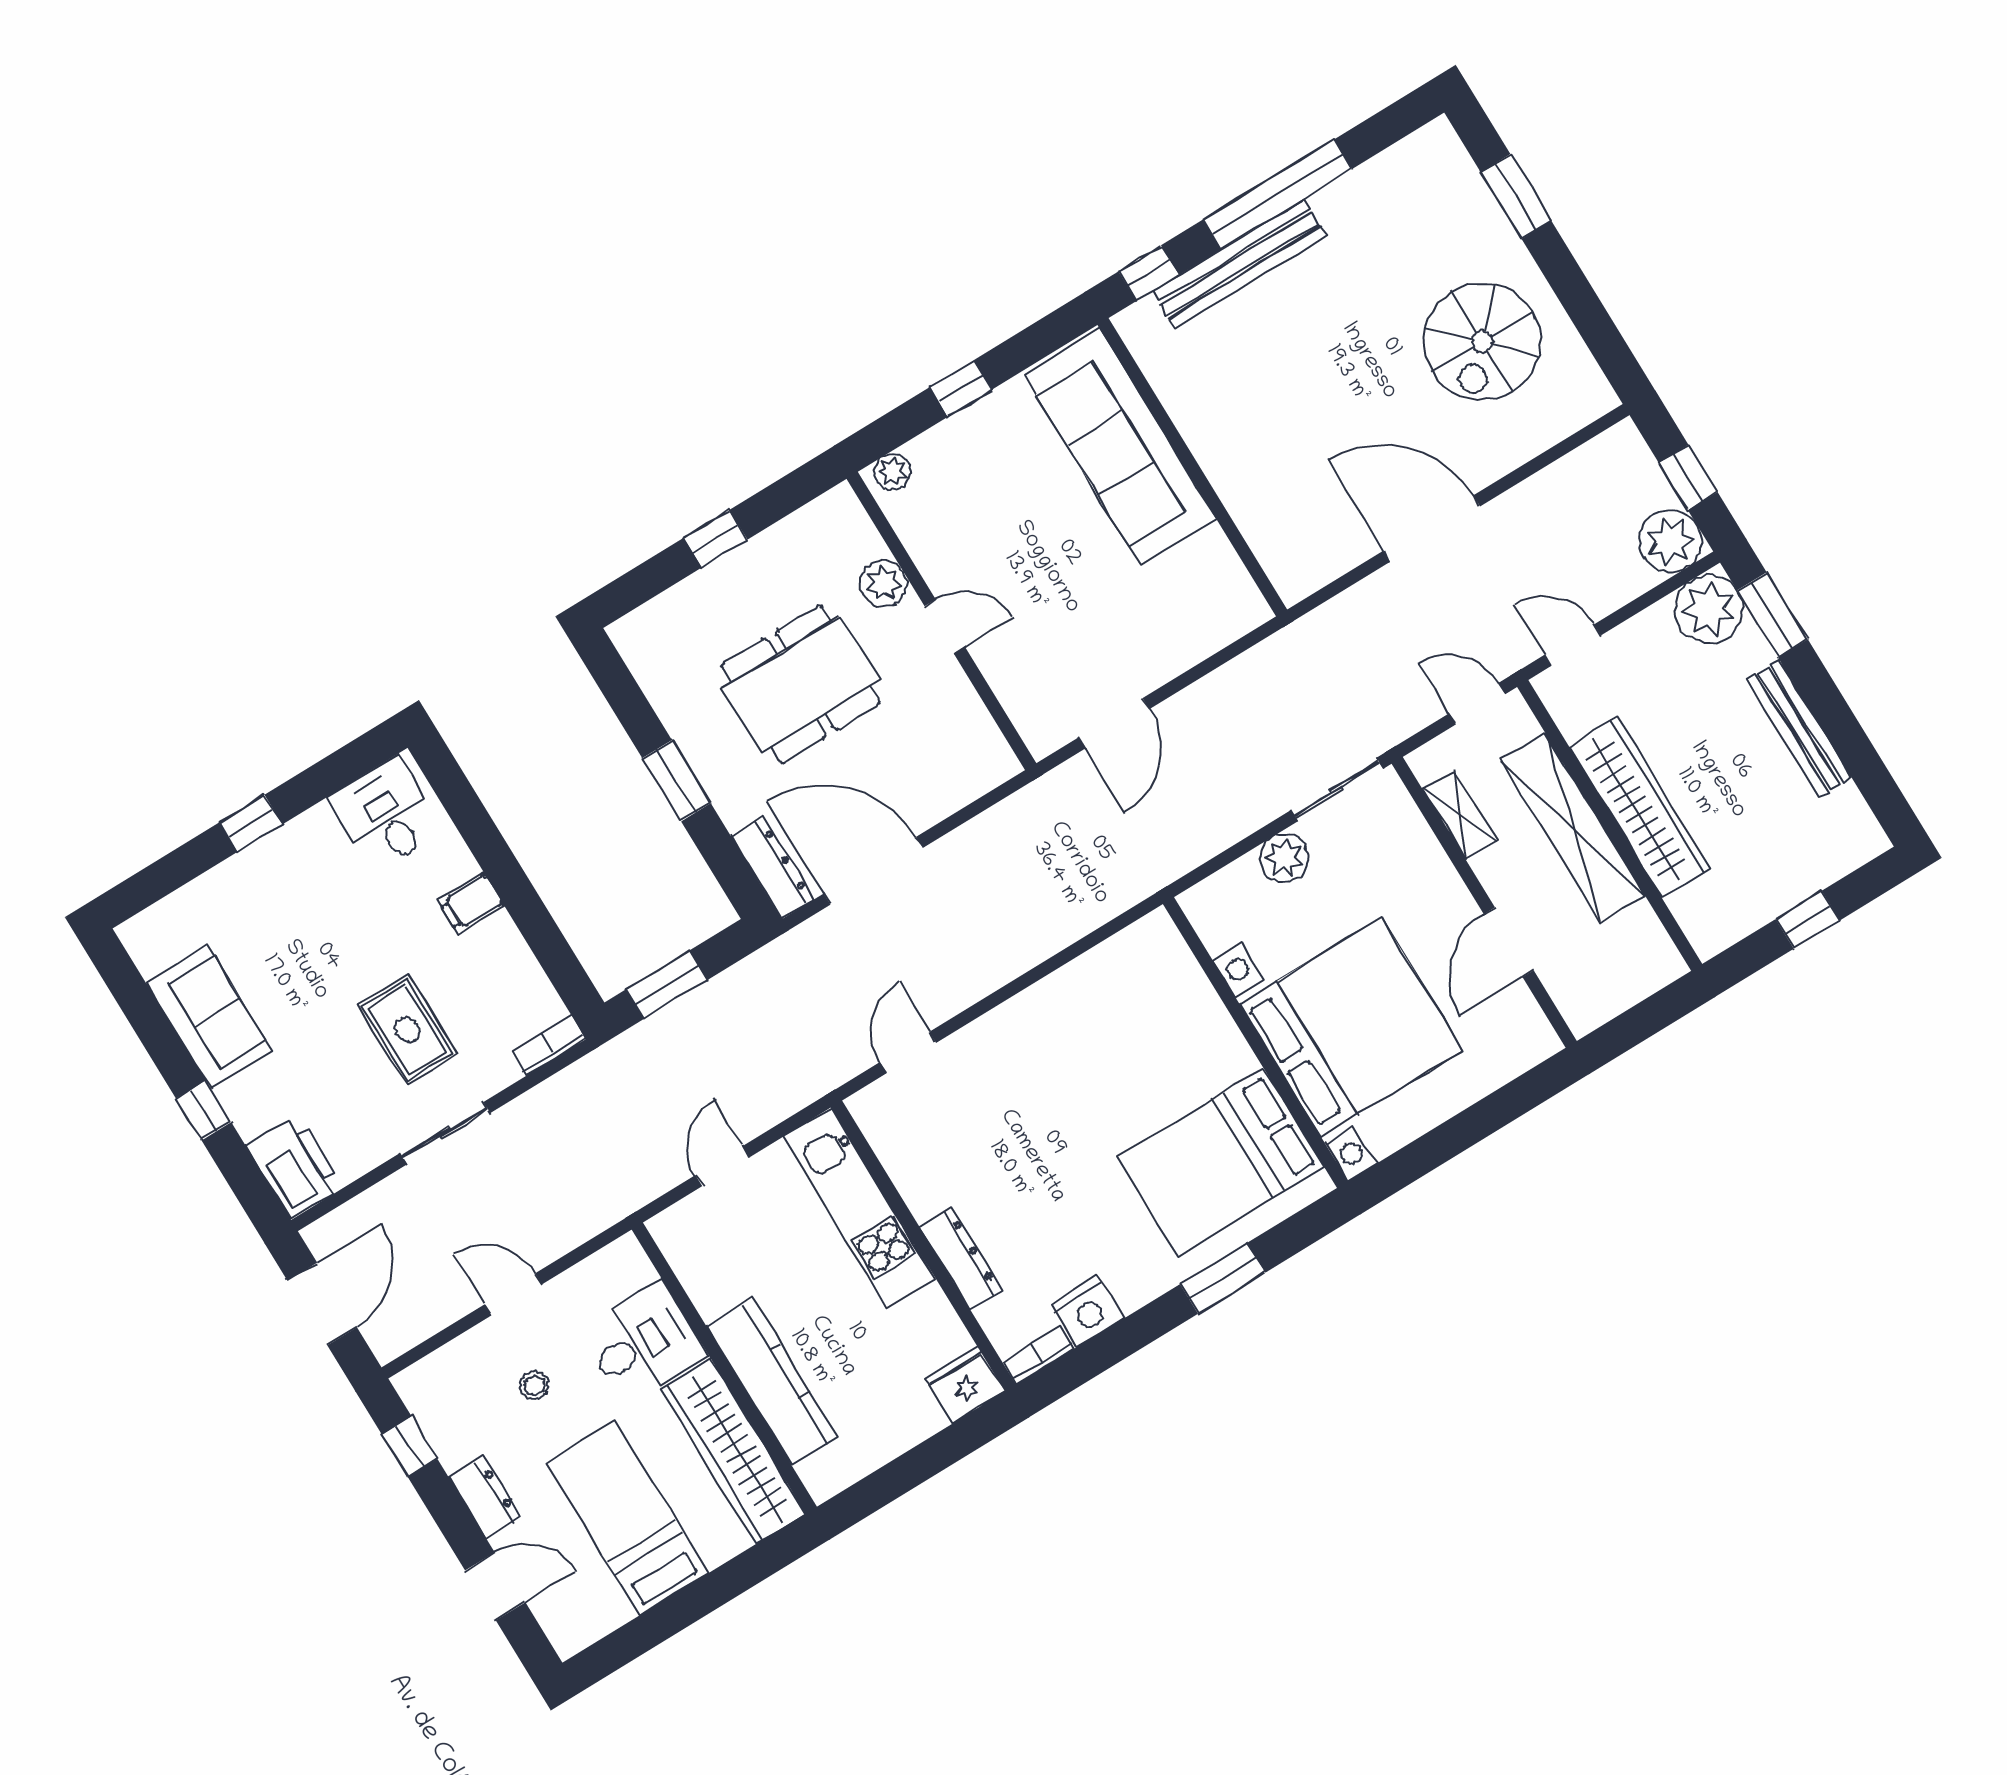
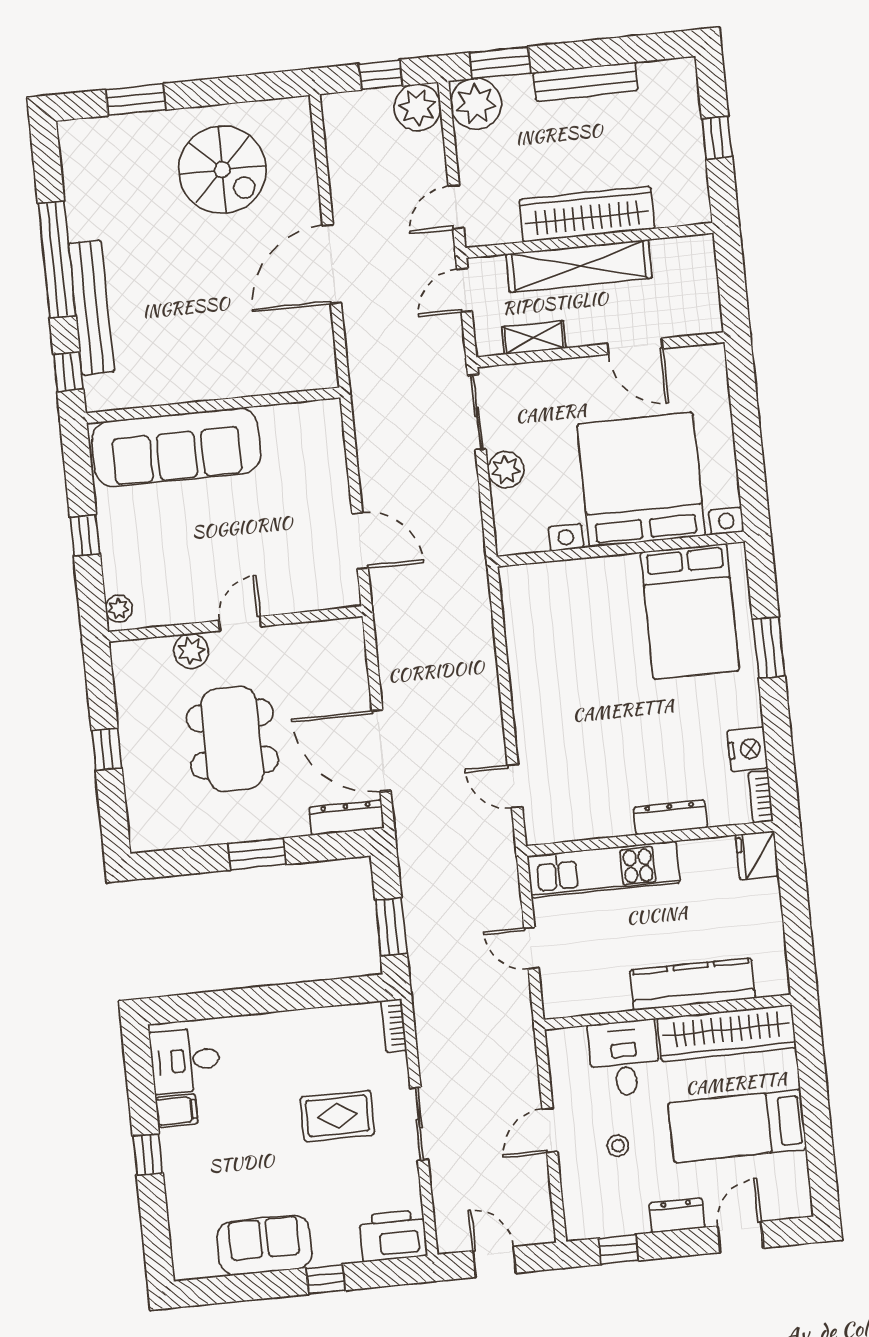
door: (873, 871) -> (381, 751), hinge flipped
filing cabinet: (471, 903) -> (177, 1111), moved, turned -90
door: (322, 1304) -> (494, 1262), width x0.73

